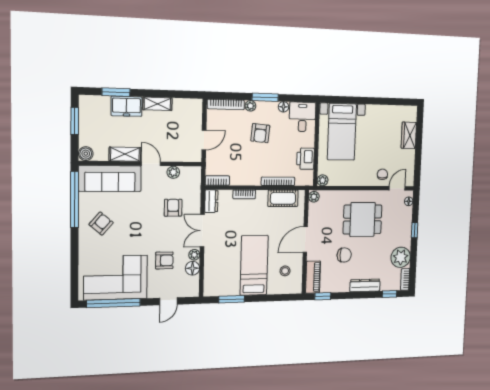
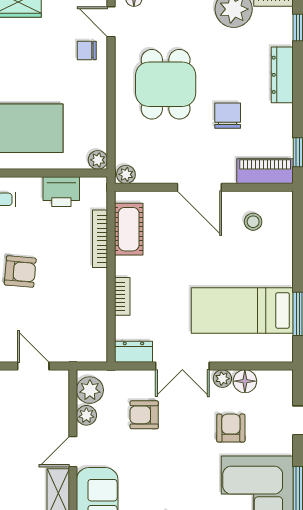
plant: (189, 175) -> (90, 390), added
bookcase: (217, 181) -> (99, 342), removed
bed: (254, 265) -> (242, 310), moved

